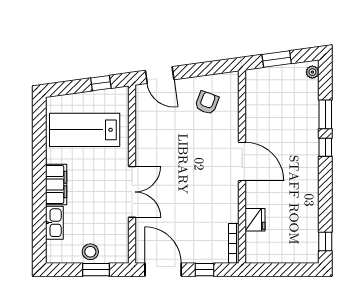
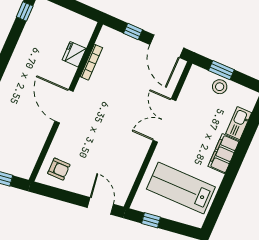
armchair: (207, 103) -> (59, 169), moved, turned -110
lab bench: (85, 130) -> (181, 188), turned 180
bookcase: (234, 243) -> (91, 62), moved

